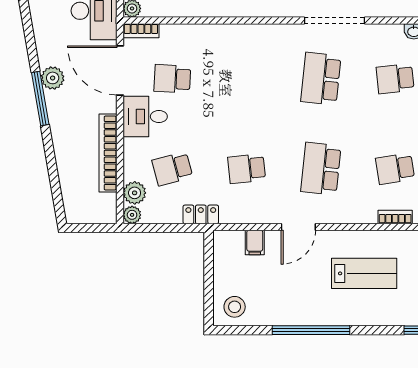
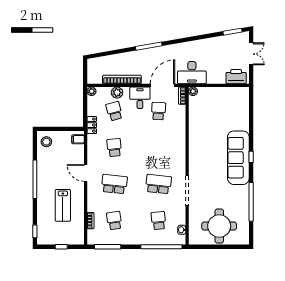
plant: (53, 78) -> (159, 52), removed
plant: (135, 193) -> (117, 93), moved
filing cabinet: (255, 242) -> (78, 139), moved

